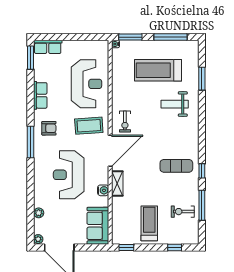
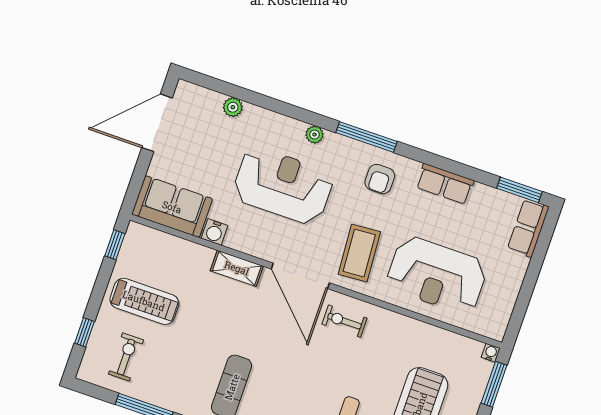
water cooler: (103, 190) -> (214, 232), moved
exercise bike: (183, 212) -> (126, 357), moved
plant: (38, 239) -> (315, 135), moved

